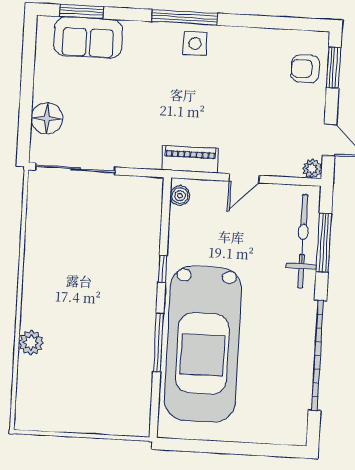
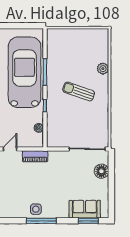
boiler: (180, 196) -> (39, 128), moved
sun lounger: (87, 296) -> (79, 91), added

